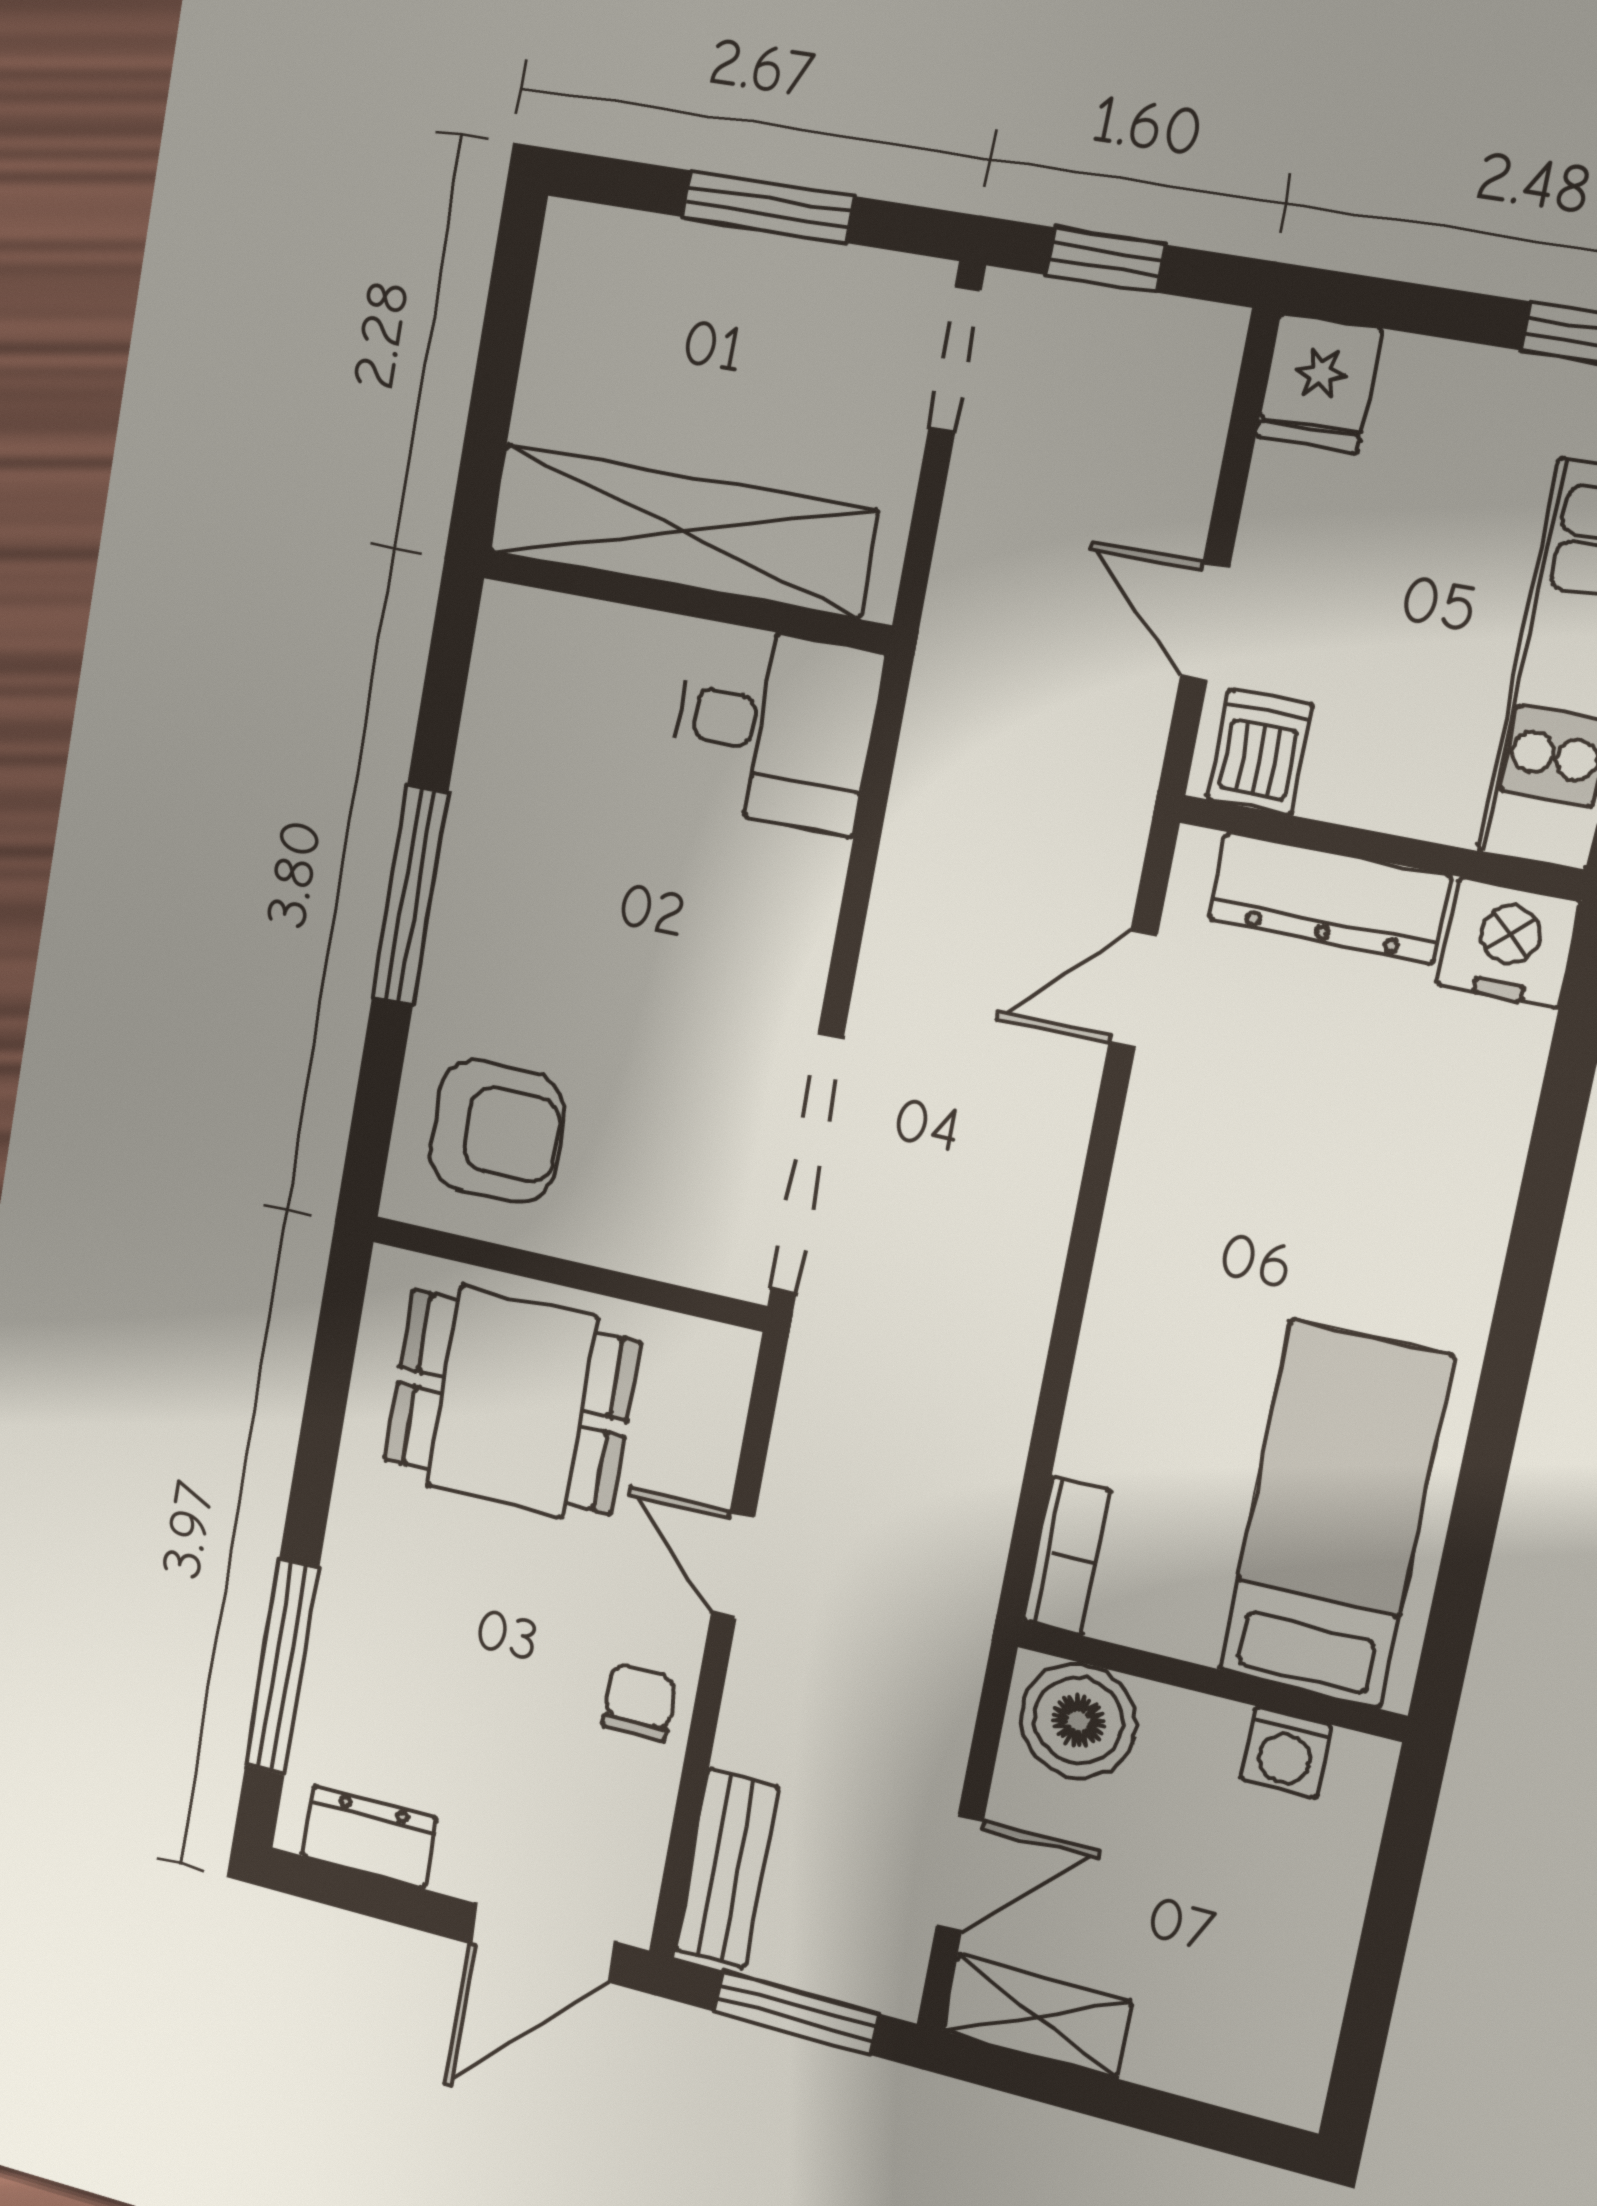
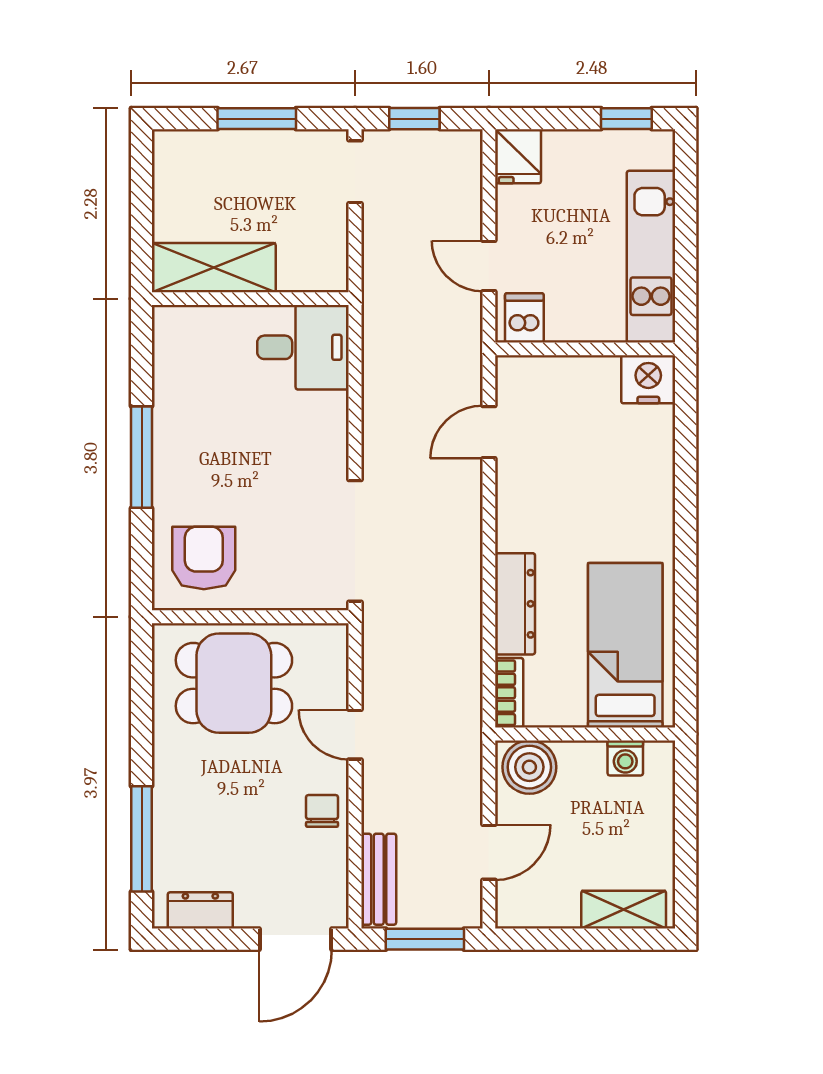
shelving: (681, 531) -> (214, 268), width x0.68
dresser: (1329, 898) -> (515, 604), moved, turned -90
armchair: (497, 1132) -> (204, 558), turned -90
shelving: (1037, 2016) -> (624, 910), moved

